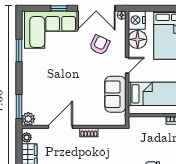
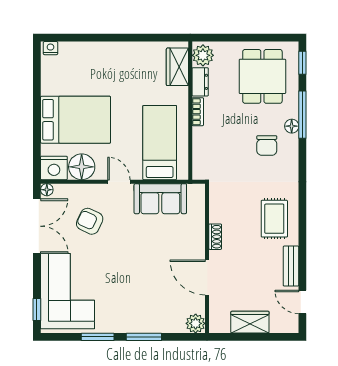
window: (59, 8) -> (37, 310), moved
window: (19, 106) -> (144, 337), moved
plant: (27, 137) -> (222, 326), removed

